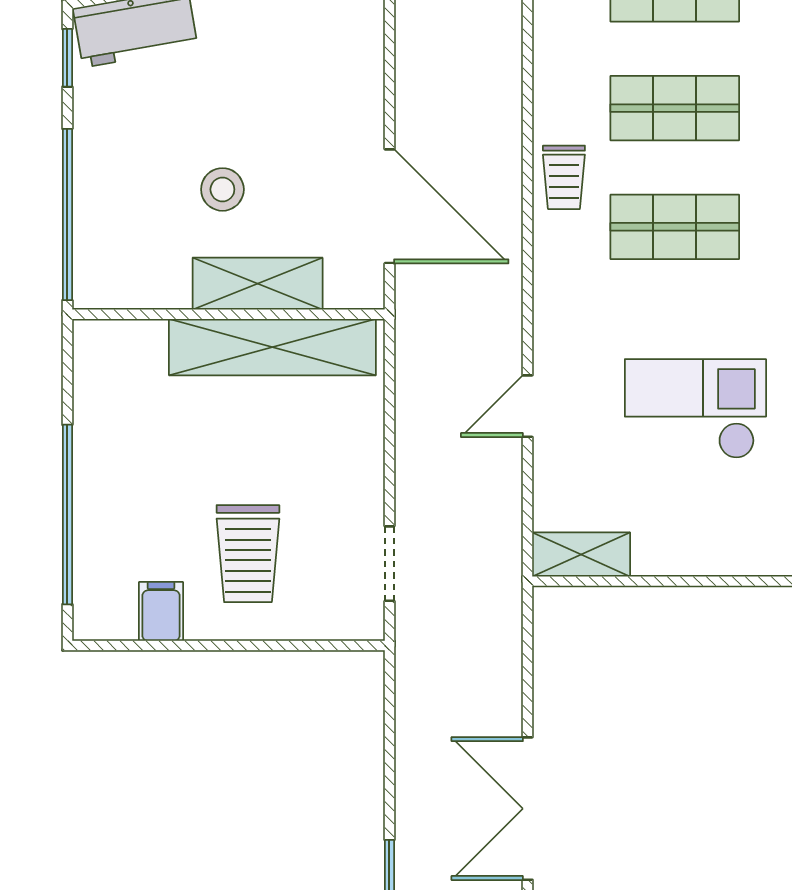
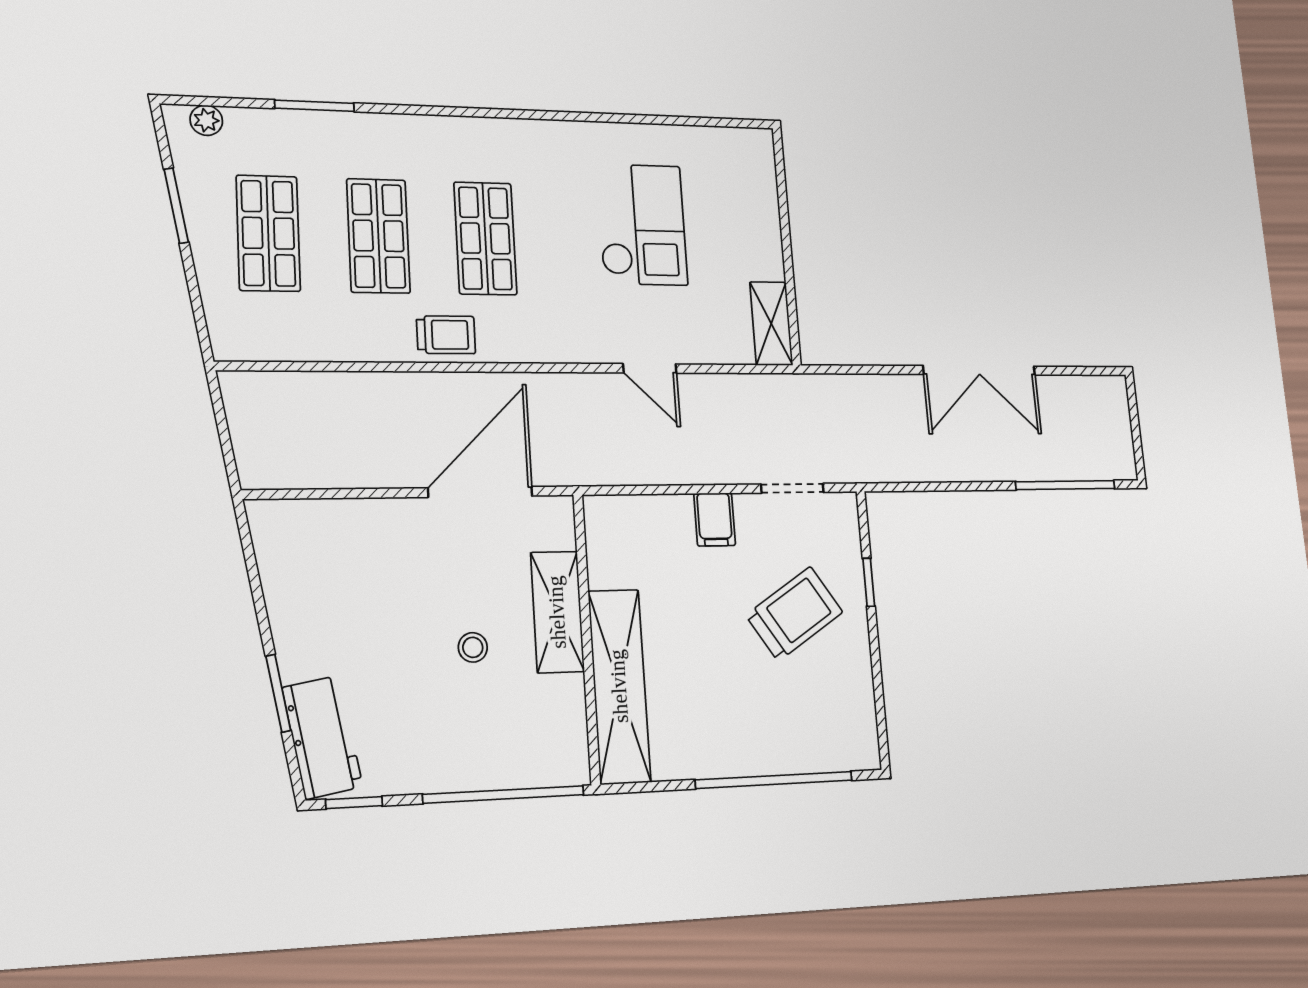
stool: (222, 189) -> (473, 647), width x0.73, depth x0.73
shelving: (272, 347) -> (619, 686), moved
checkout: (695, 409) -> (642, 225), turned 180
trolley: (248, 554) -> (794, 614), turned -33
filing cabinet: (161, 611) -> (715, 519), moved, turned -90
window: (281, 646) -> (869, 582), added

